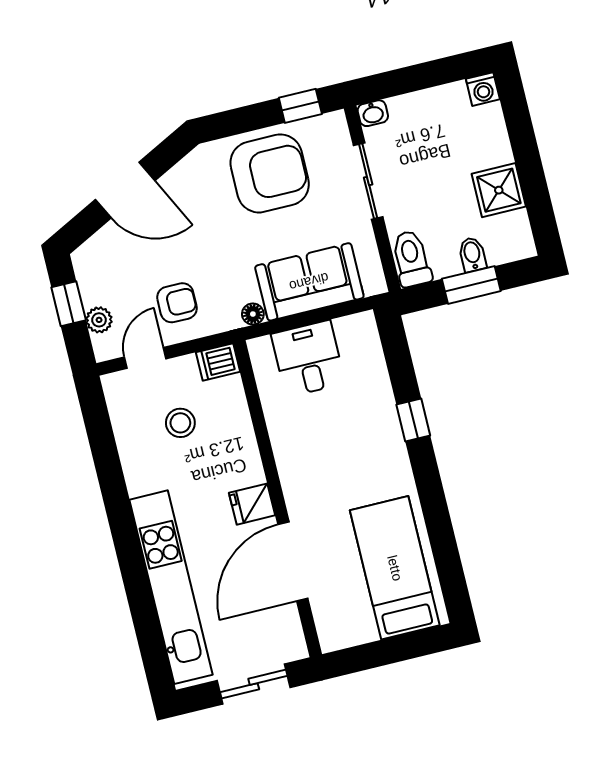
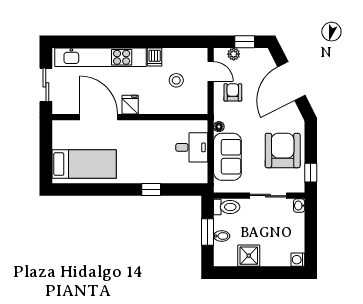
armchair: (270, 173) -> (283, 150), turned 180
door: (125, 190) -> (291, 81), width x1.36
armchair: (177, 303) -> (233, 92), turned 180
dishwasher: (218, 362) -> (155, 57), moved, turned 180

